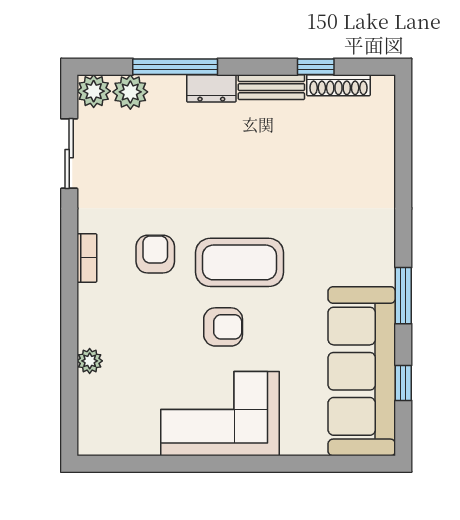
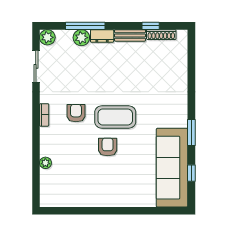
plant: (130, 92) -> (81, 38), moved
armchair: (223, 327) -> (108, 147), turned -90
corner sofa: (220, 414) -> (106, 187), removed

